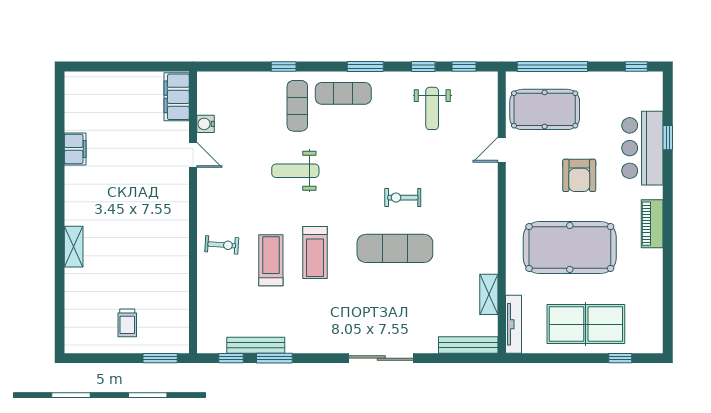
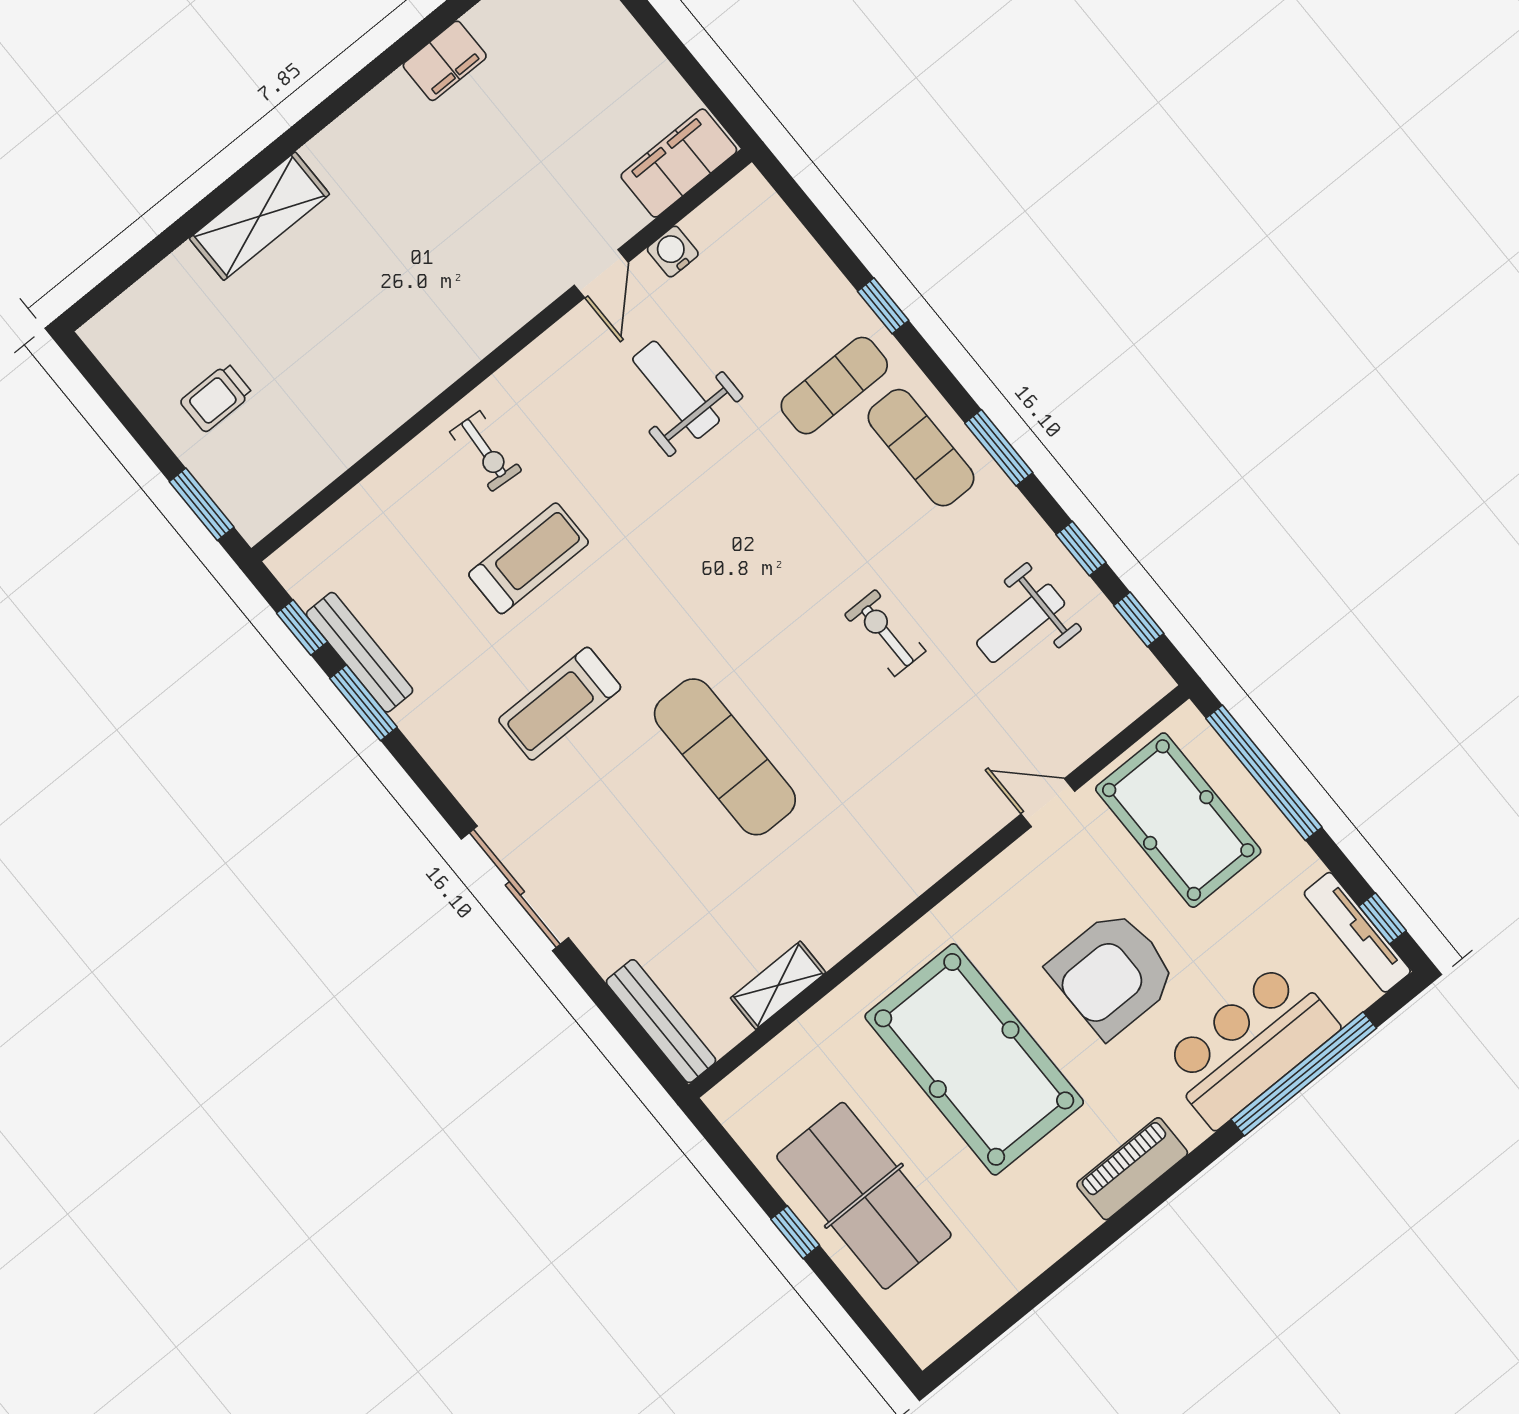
window: (668, 138) -> (1304, 1074), width x3.17
weight bench: (295, 171) -> (676, 390), moved
armchair: (579, 175) -> (1113, 974), width x1.36, depth x1.36
exercise bike: (403, 198) -> (885, 633), moved
shelving: (74, 247) -> (259, 216), width x1.50, depth x1.33
treadmill: (315, 253) -> (560, 704), moved
tv unit: (514, 324) -> (1357, 932), moved, turned 90
window: (620, 358) -> (795, 1232), moved

